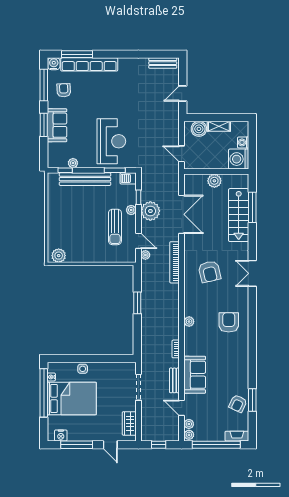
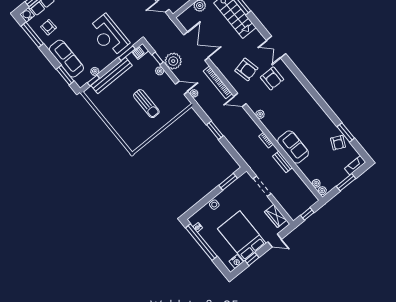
window: (44, 125) -> (65, 75), moved
sofa: (57, 125) -> (66, 59), width x1.36
reception desk: (111, 141) -> (109, 36), turned 180
sun lounger: (115, 227) -> (146, 104), moved
plant: (59, 256) -> (136, 142), removed
armchair: (229, 322) -> (272, 78), moved, turned 180
window: (112, 358) -> (228, 182), added
bed: (72, 398) -> (242, 236), moved, turned -90
door: (182, 408) -> (240, 100), moved
window: (77, 445) -> (252, 259), width x0.46
window: (216, 445) -> (346, 182), width x0.47

